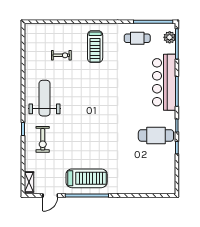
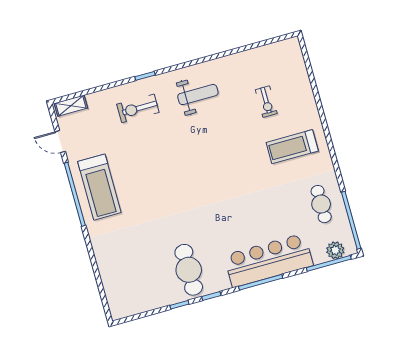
weight bench: (45, 98) -> (198, 95), width x0.73, depth x0.75

